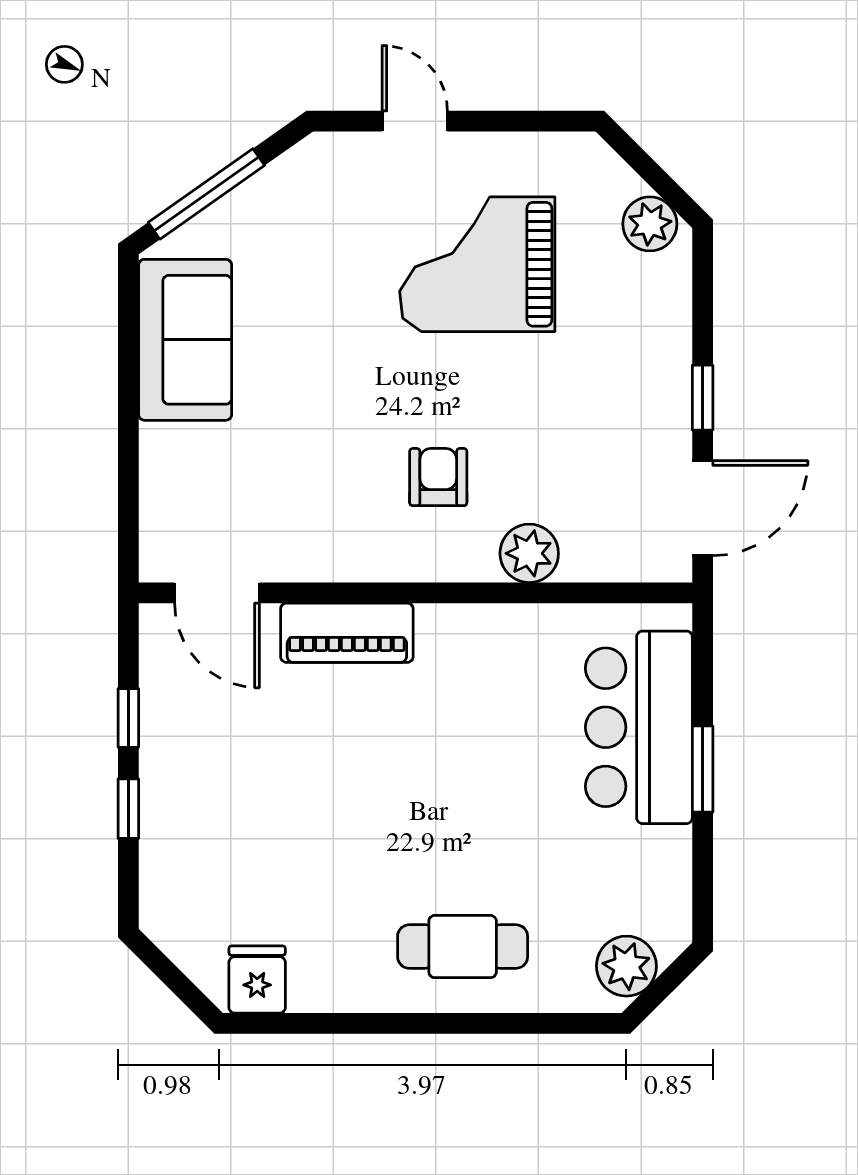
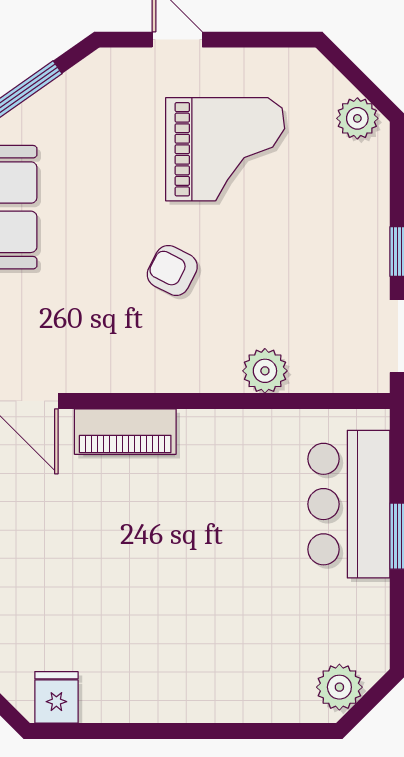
grand piano: (477, 264) -> (225, 149), turned 180
armchair: (438, 477) -> (172, 270), moved, turned -63
cafe table: (463, 947) -> (214, 672), removed

